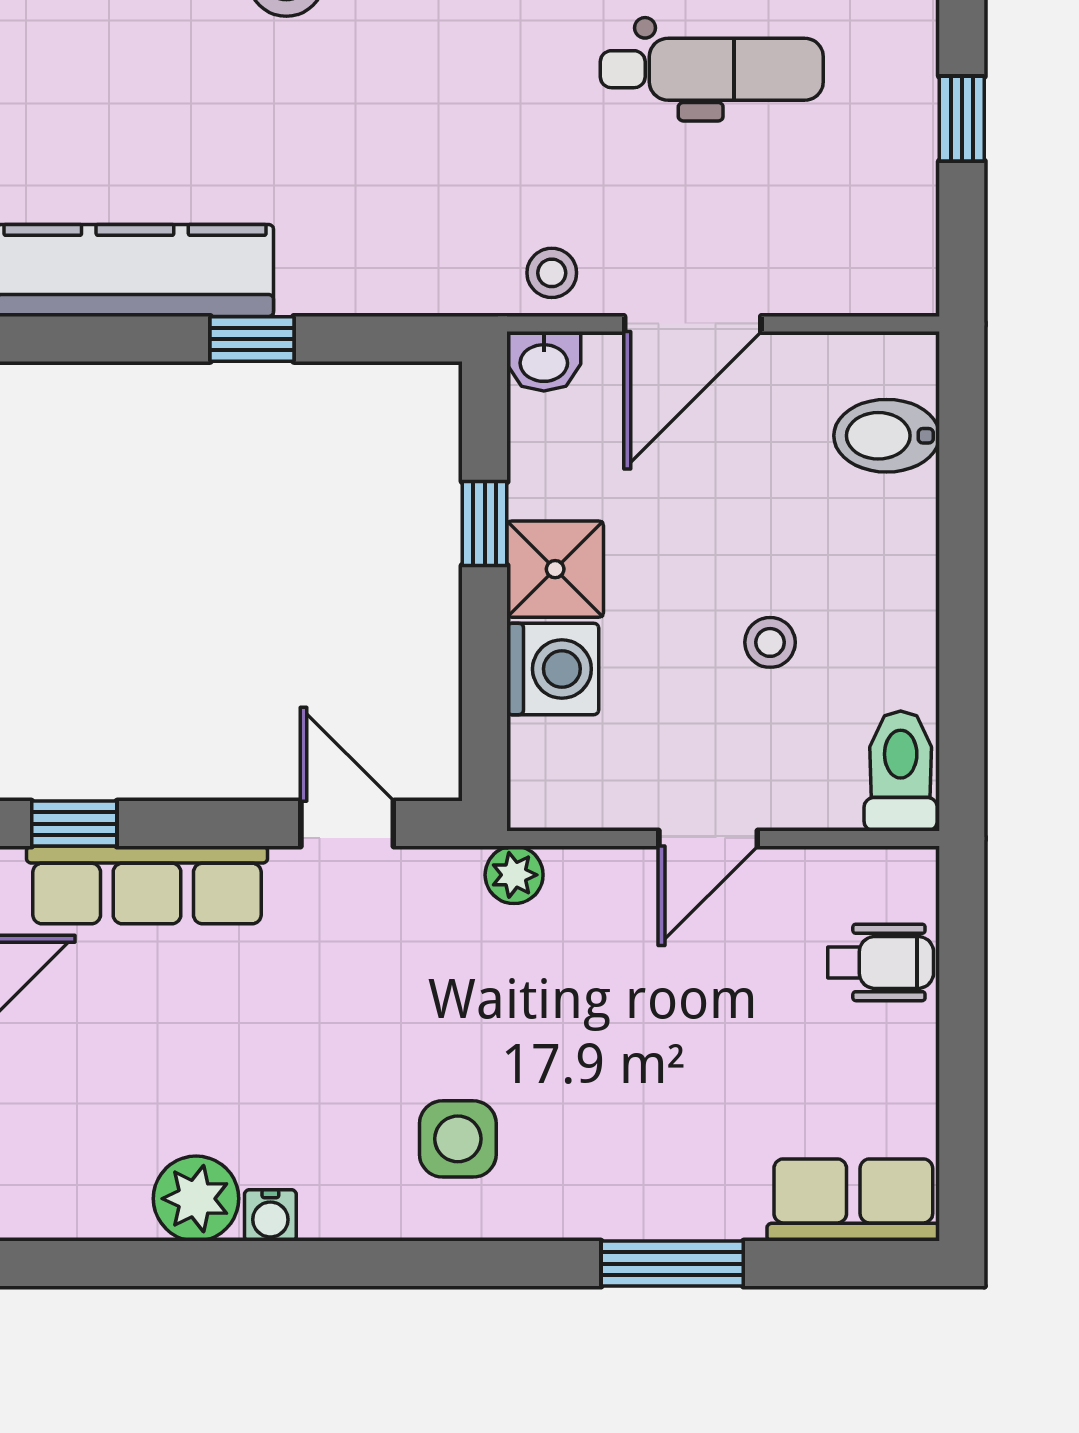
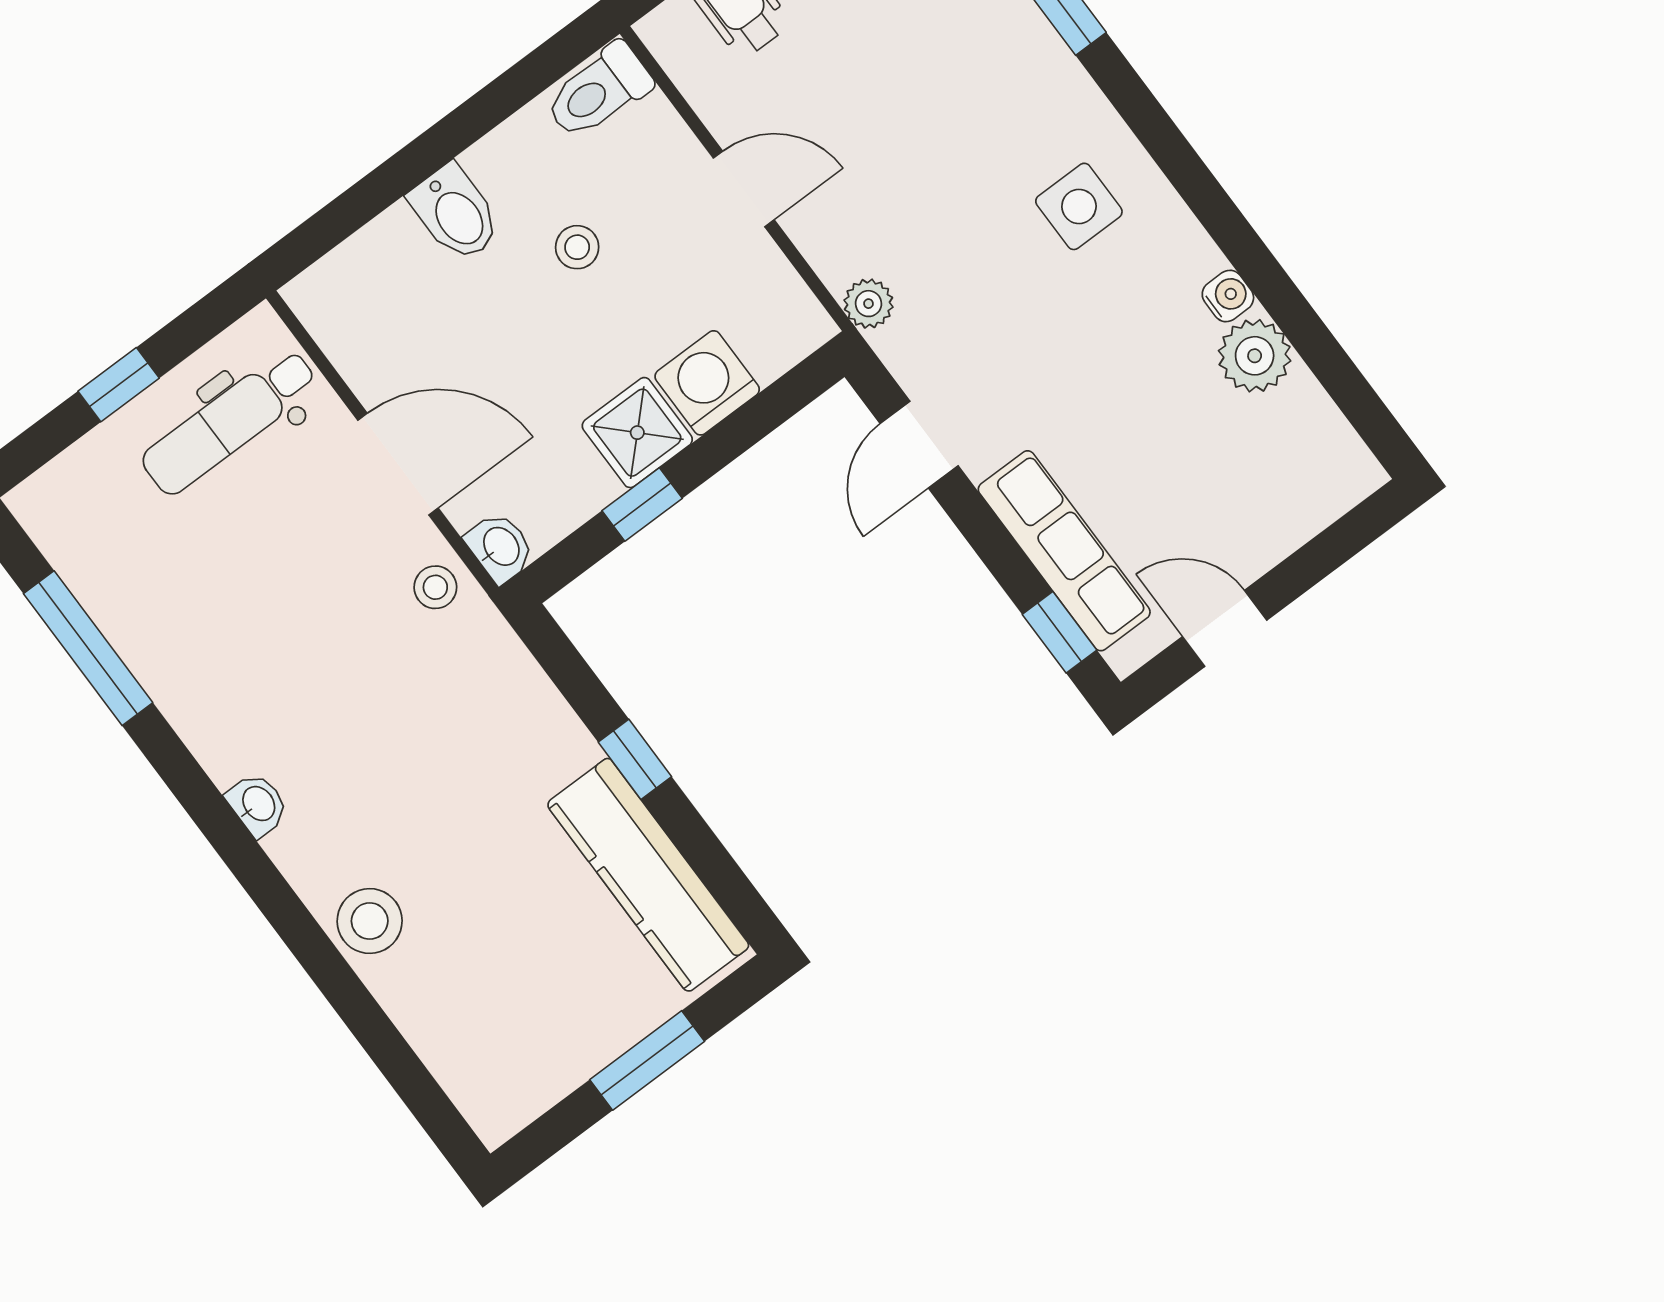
dental chair: (712, 69) -> (229, 422), moved, turned -90
bidet: (887, 436) -> (456, 213), moved

